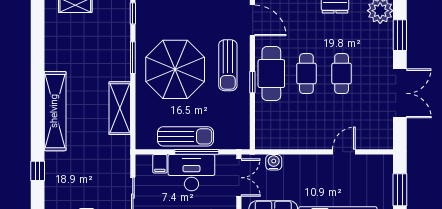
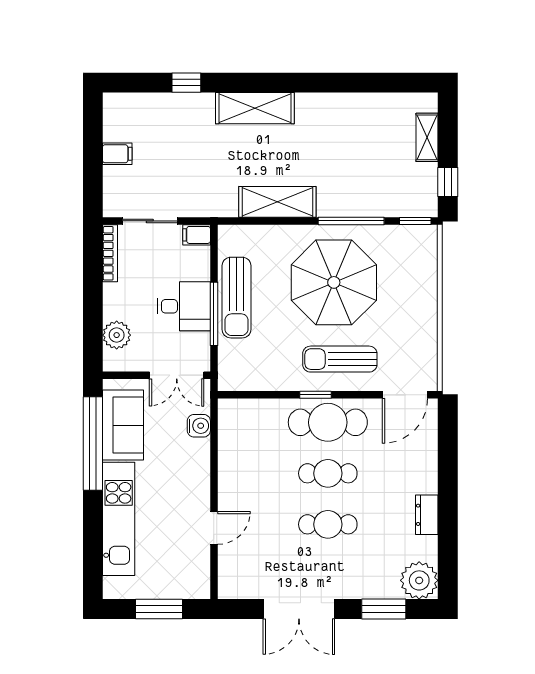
window: (133, 58) -> (351, 221), width x1.44
shelving: (55, 111) -> (255, 108), width x0.68
door: (344, 152) -> (214, 528), hinge flipped
filing cabinet: (160, 164) -> (197, 235), moved
desk: (191, 173) -> (184, 306), width x0.73

